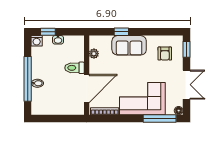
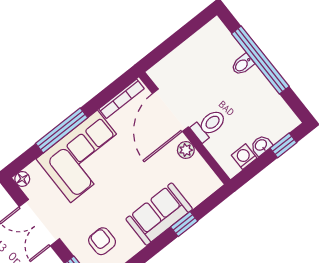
washing machine: (37, 41) -> (244, 157), moved
plant: (94, 54) -> (186, 150), moved
window: (160, 118) -> (62, 130), moved

